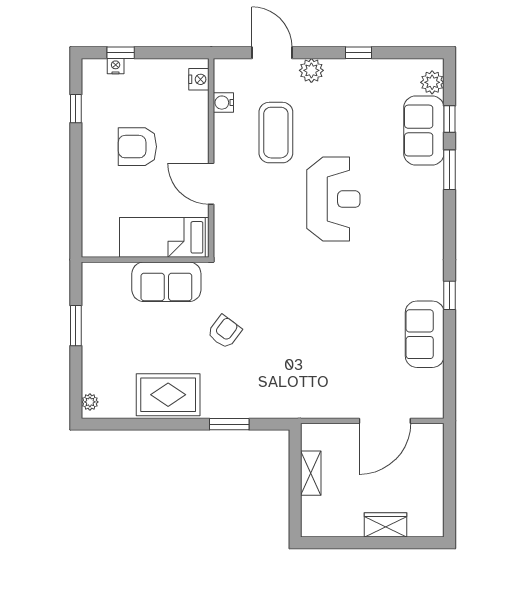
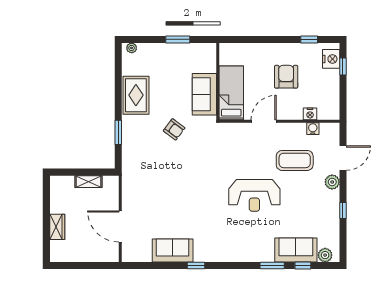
nightstand: (116, 66) -> (331, 59), width x1.89, depth x1.79
nightstand: (199, 79) -> (310, 114), moved

